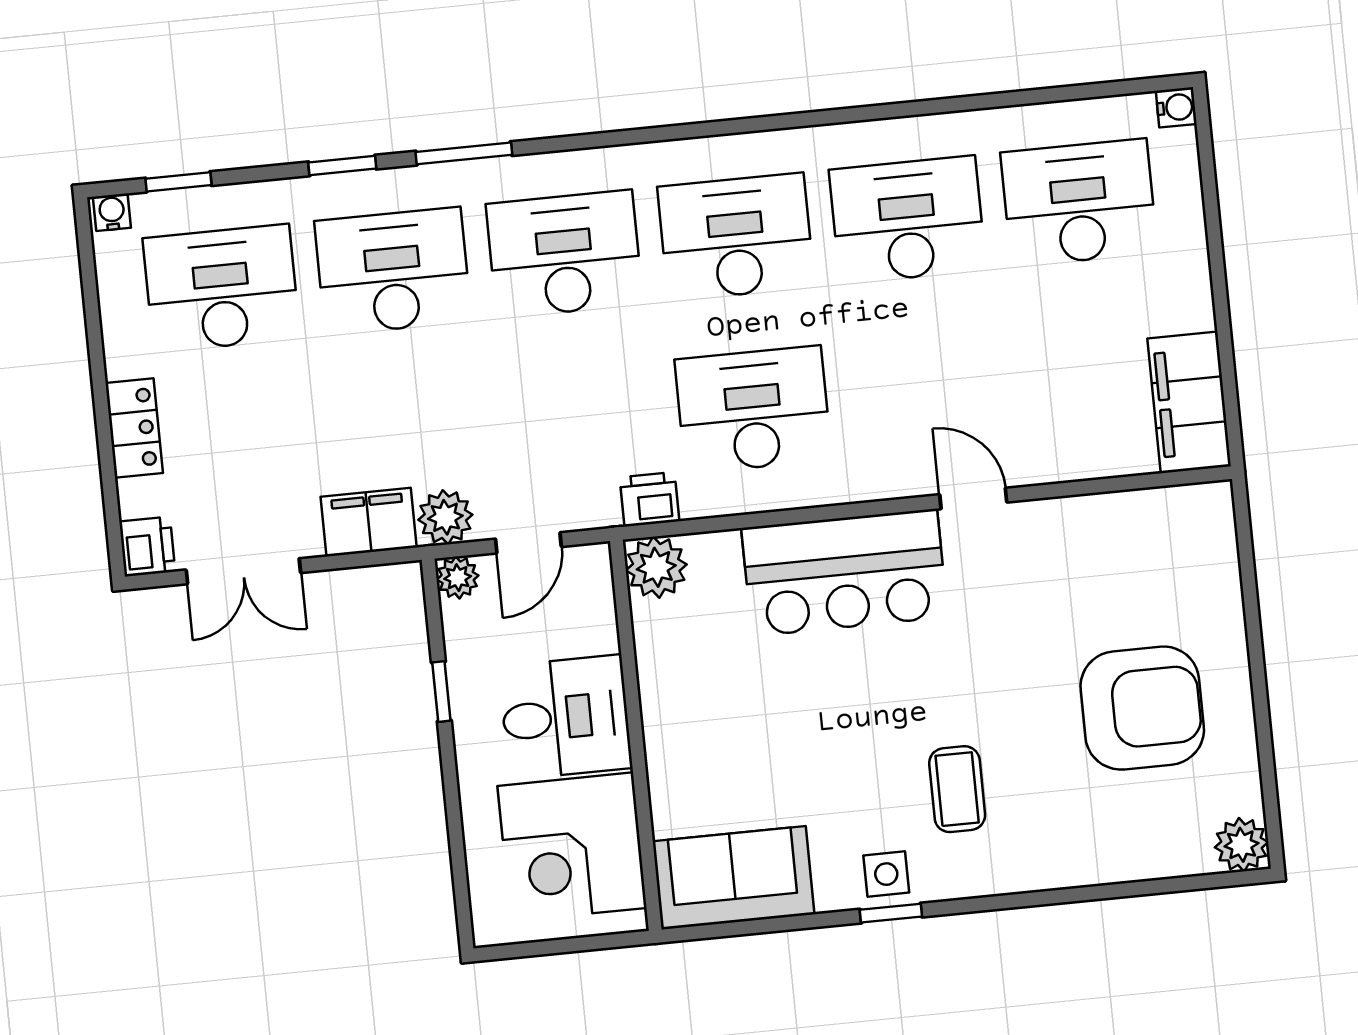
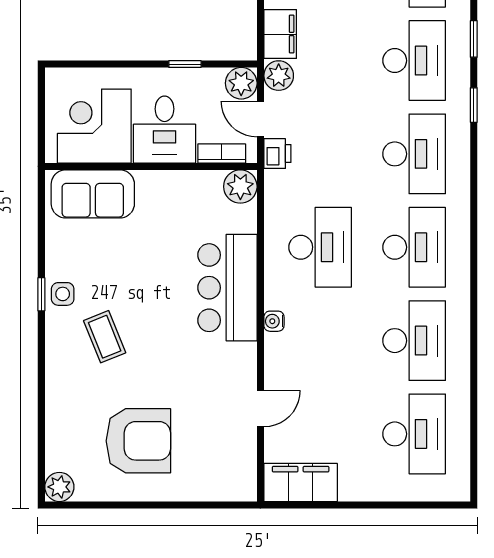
water cooler: (1176, 107) -> (274, 321), moved, turned 90
window: (464, 153) -> (474, 105), width x0.67
door: (973, 498) -> (260, 409), moved
printer: (650, 499) -> (277, 154), moved
plant: (458, 578) -> (241, 83), width x1.38, depth x1.38
bookcase: (599, 608) -> (222, 153), added
armchair: (1142, 708) -> (138, 441), turned -90
coffee table: (957, 789) -> (105, 337), turned 68
sofa: (734, 878) -> (93, 194), moved, turned 90

